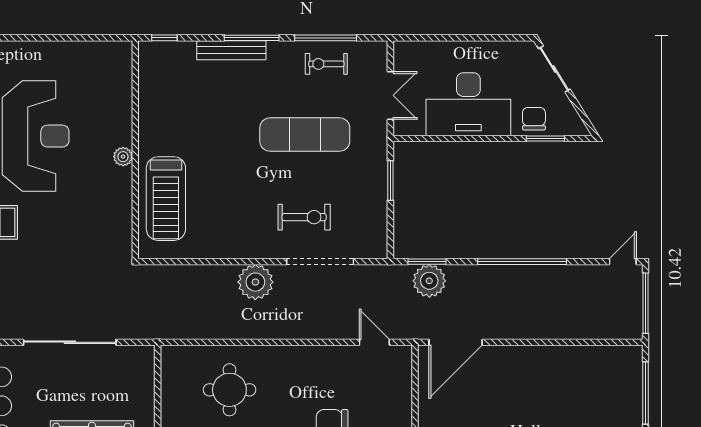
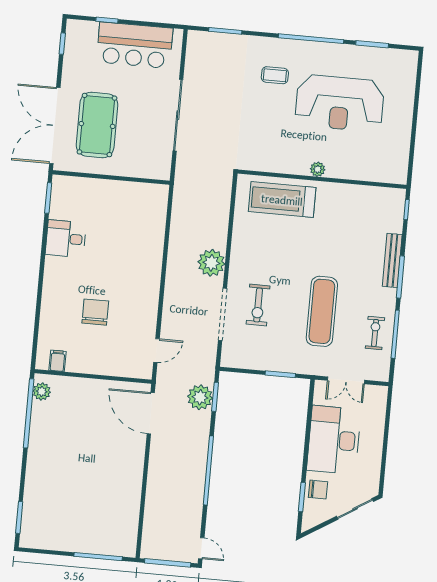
round table: (229, 390) -> (130, 235), removed

